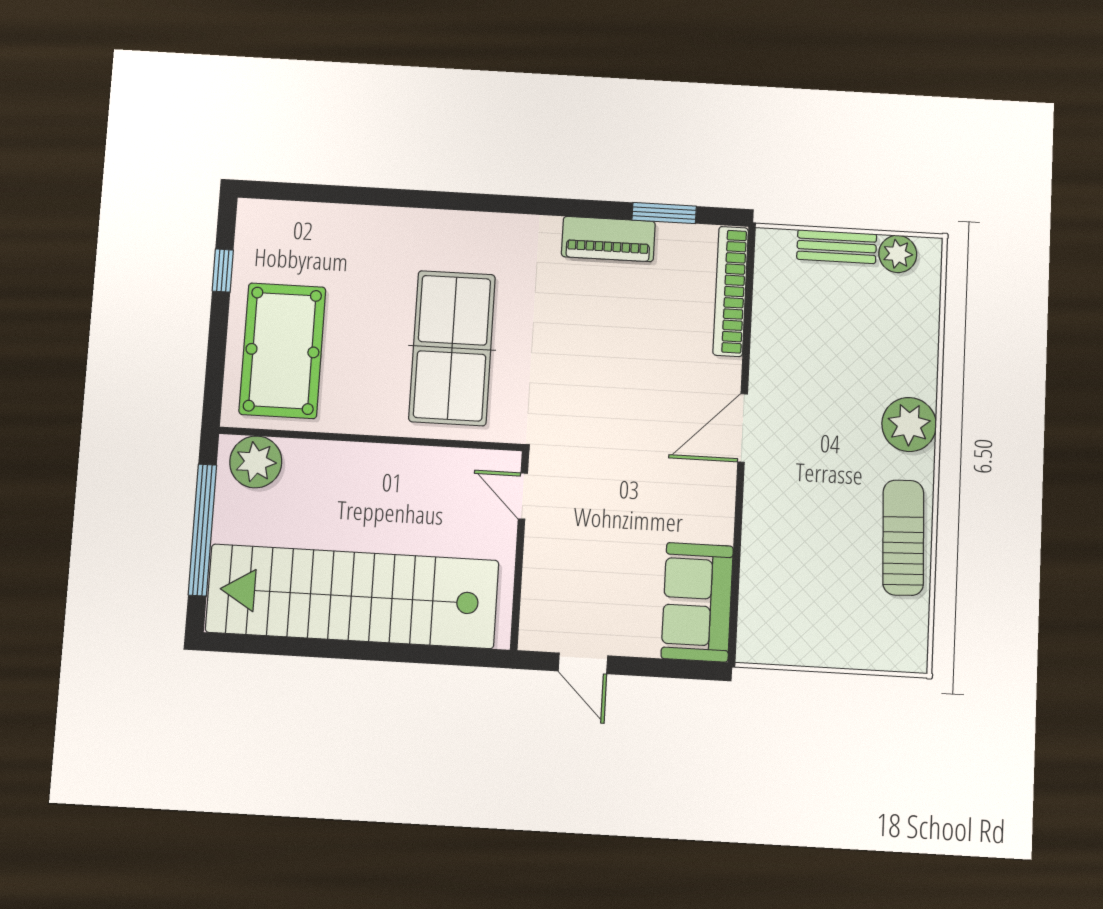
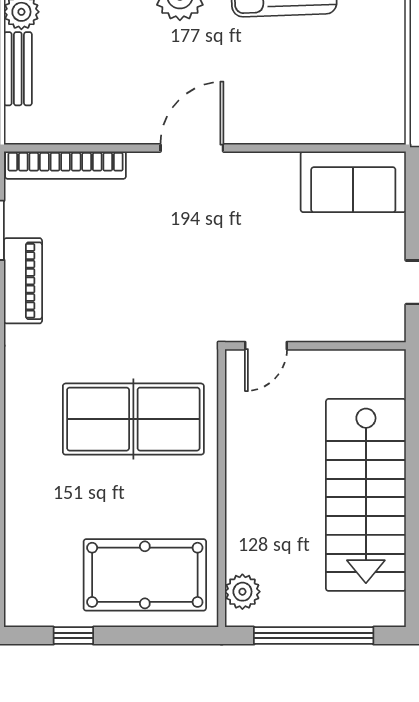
door: (743, 428) -> (192, 148), swing flipped
plant: (256, 462) -> (242, 592), width x0.73, depth x0.73
stairs: (352, 596) -> (366, 495), width x0.73

